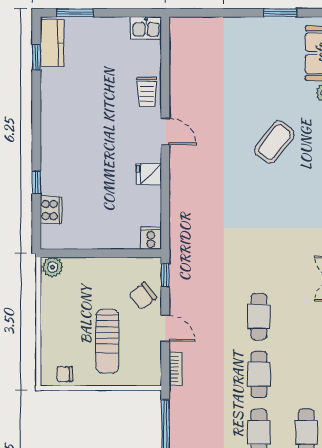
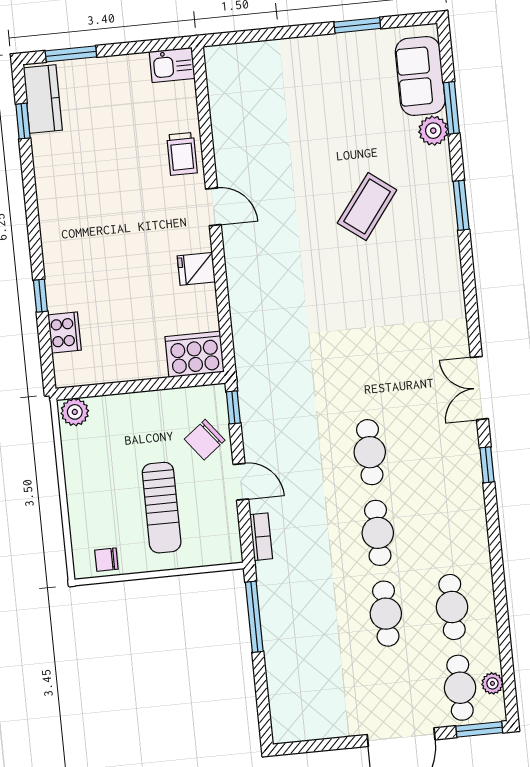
cooker: (151, 238) -> (195, 354), width x1.87, depth x1.31

